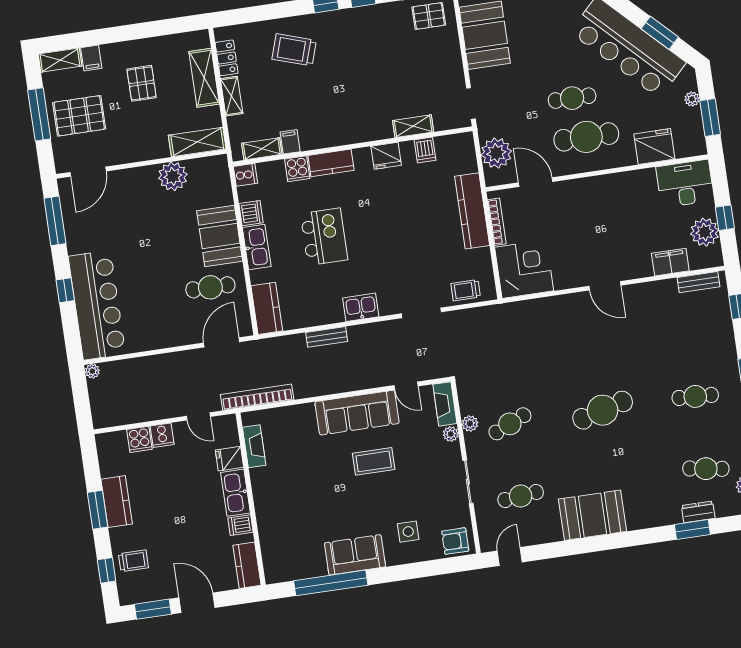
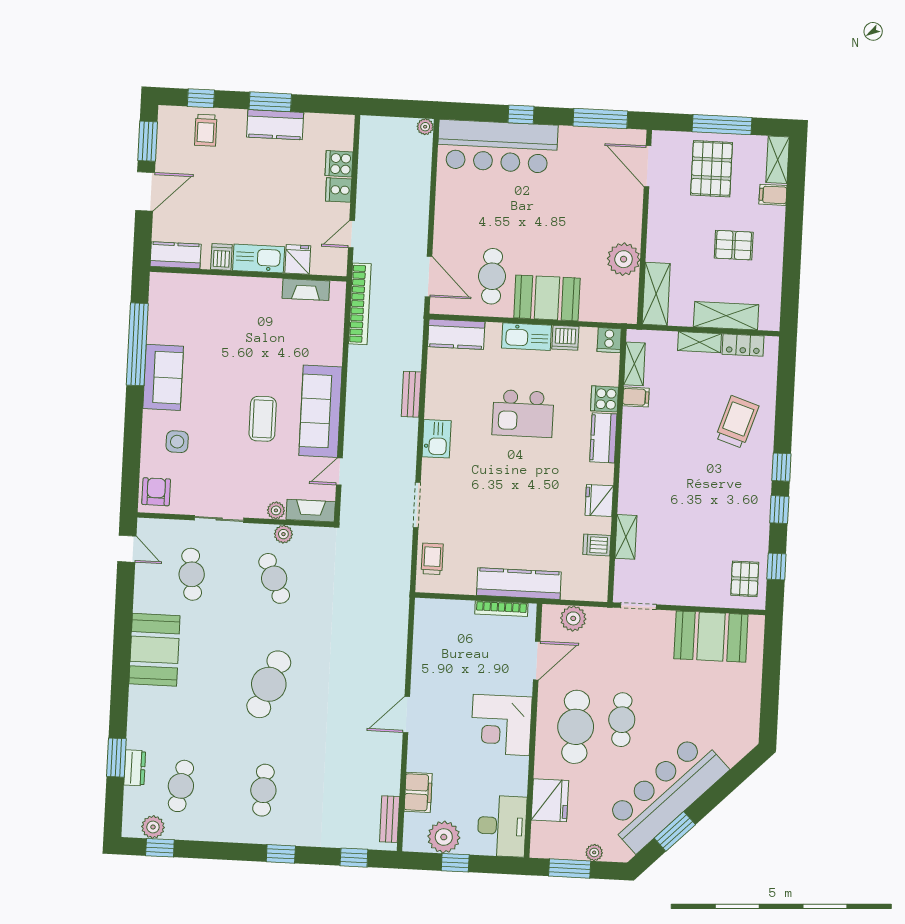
plant: (496, 153) -> (573, 618), width x0.73, depth x0.73
corner desk: (524, 269) -> (501, 725), moved, turned 90
cafe table: (603, 410) -> (269, 684), turned 36

